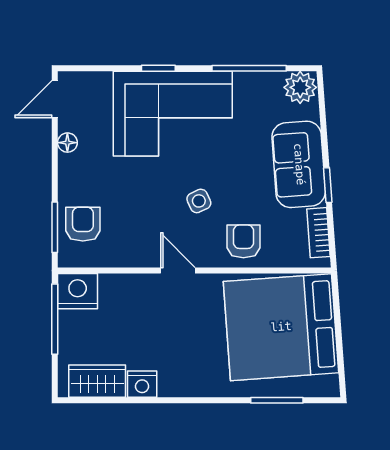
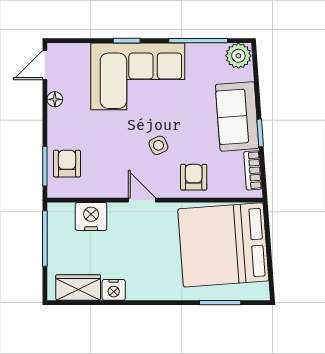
nightstand: (78, 291) -> (91, 216), moved

